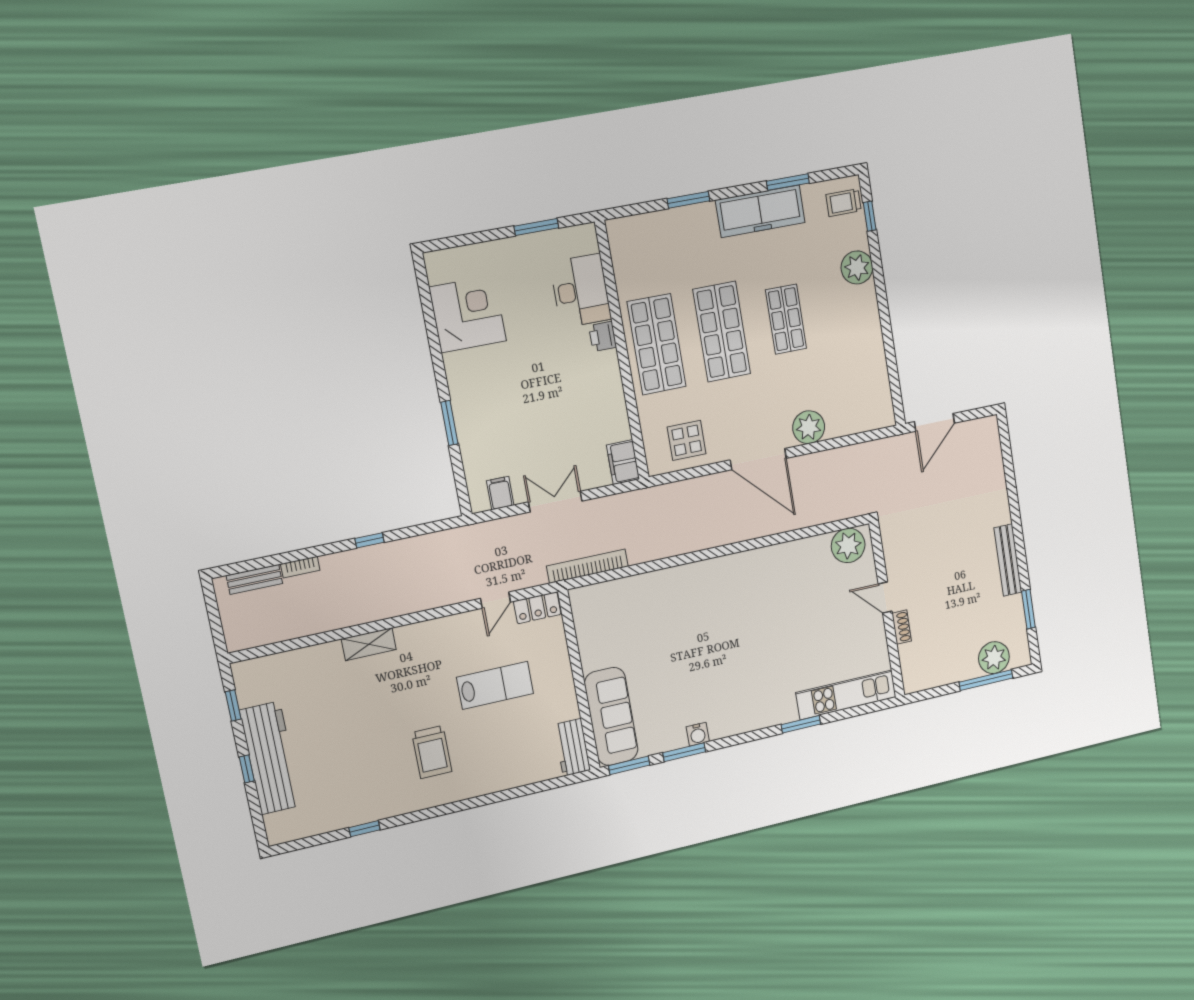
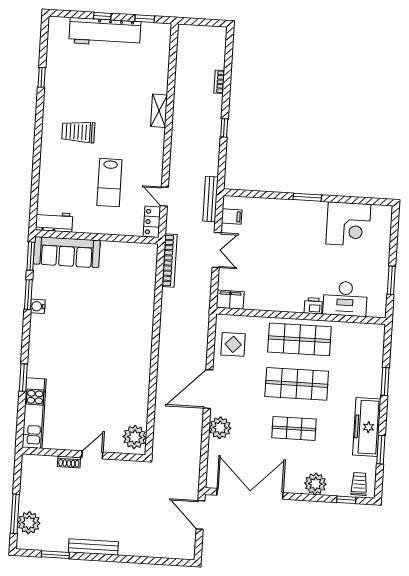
double door: (891, 359) -> (250, 494), added
window: (449, 423) -> (307, 197), moved
bench: (254, 579) -> (210, 199), moved, width x1.36

